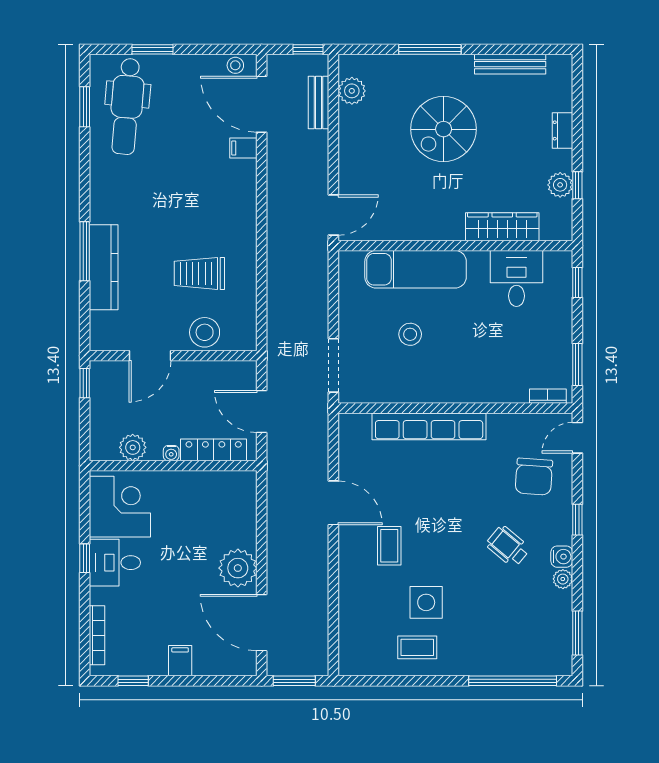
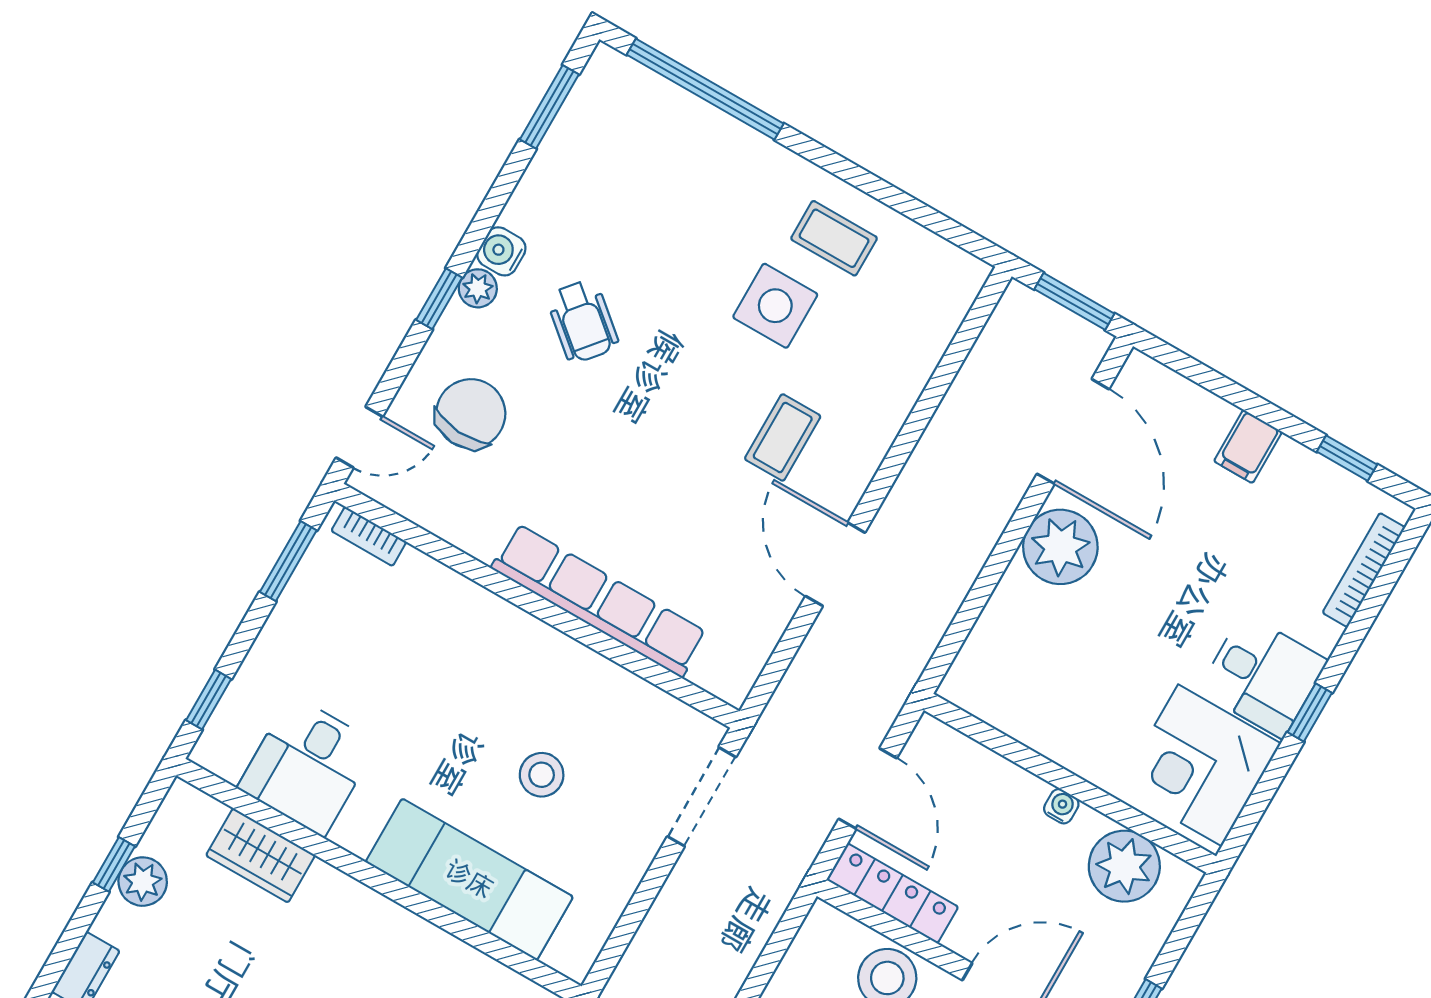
wardrobe: (502, 227) -> (261, 855), width x0.67
plant: (133, 447) -> (1124, 866), width x1.36, depth x1.36
locker: (214, 450) -> (892, 893), moved, turned 180
plant: (563, 579) -> (478, 288), moved

